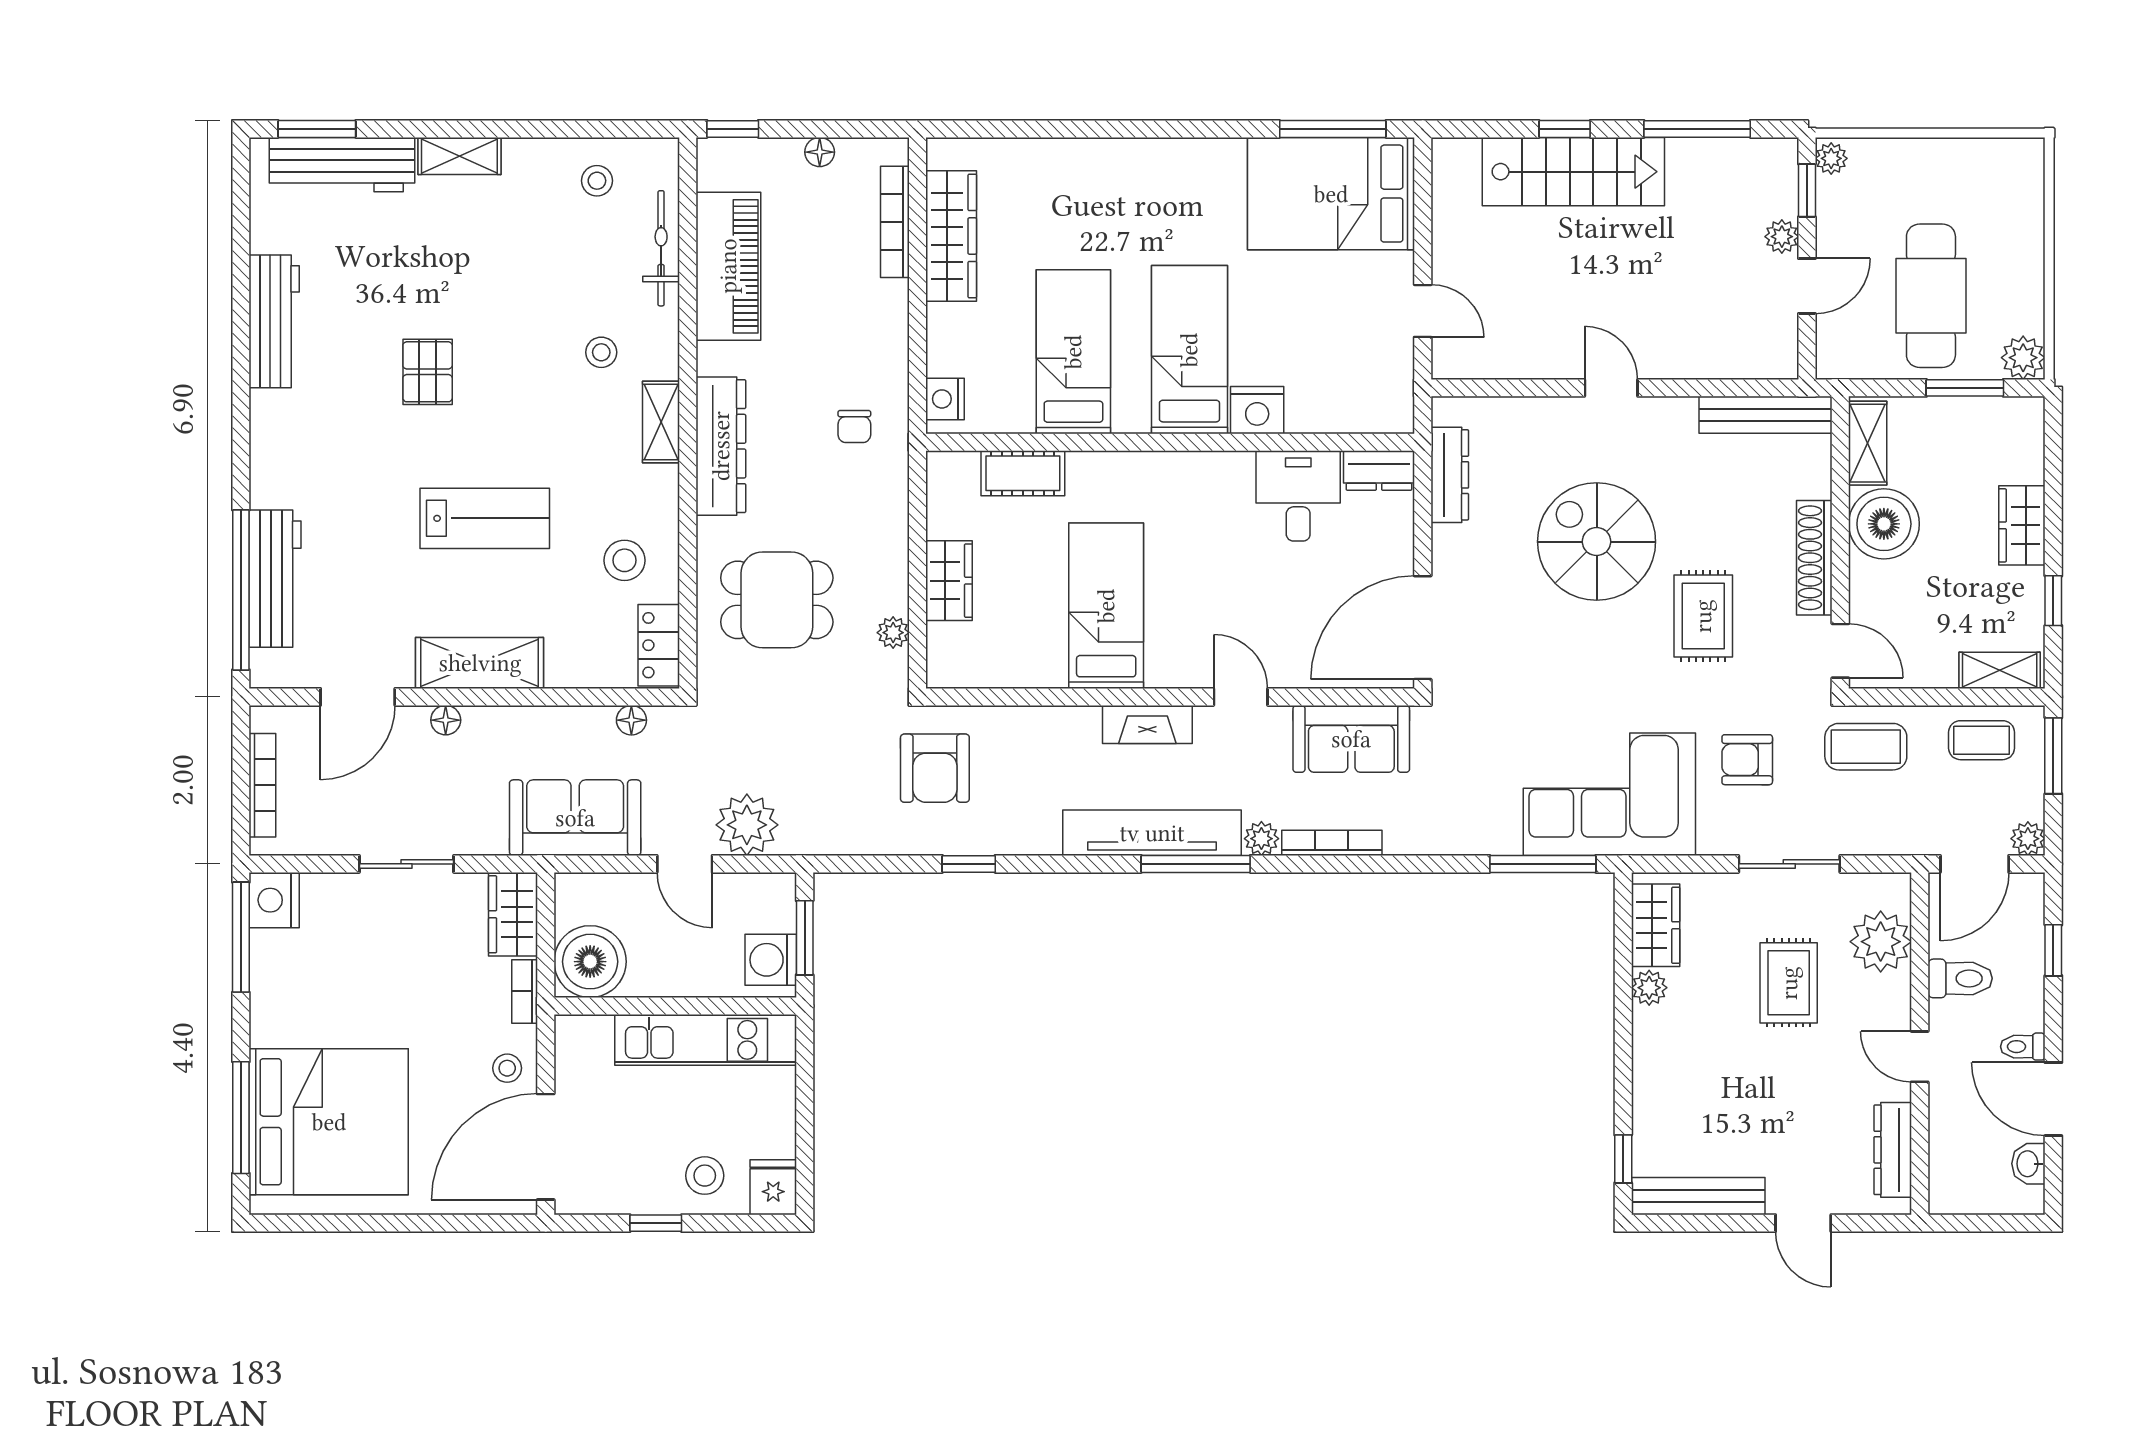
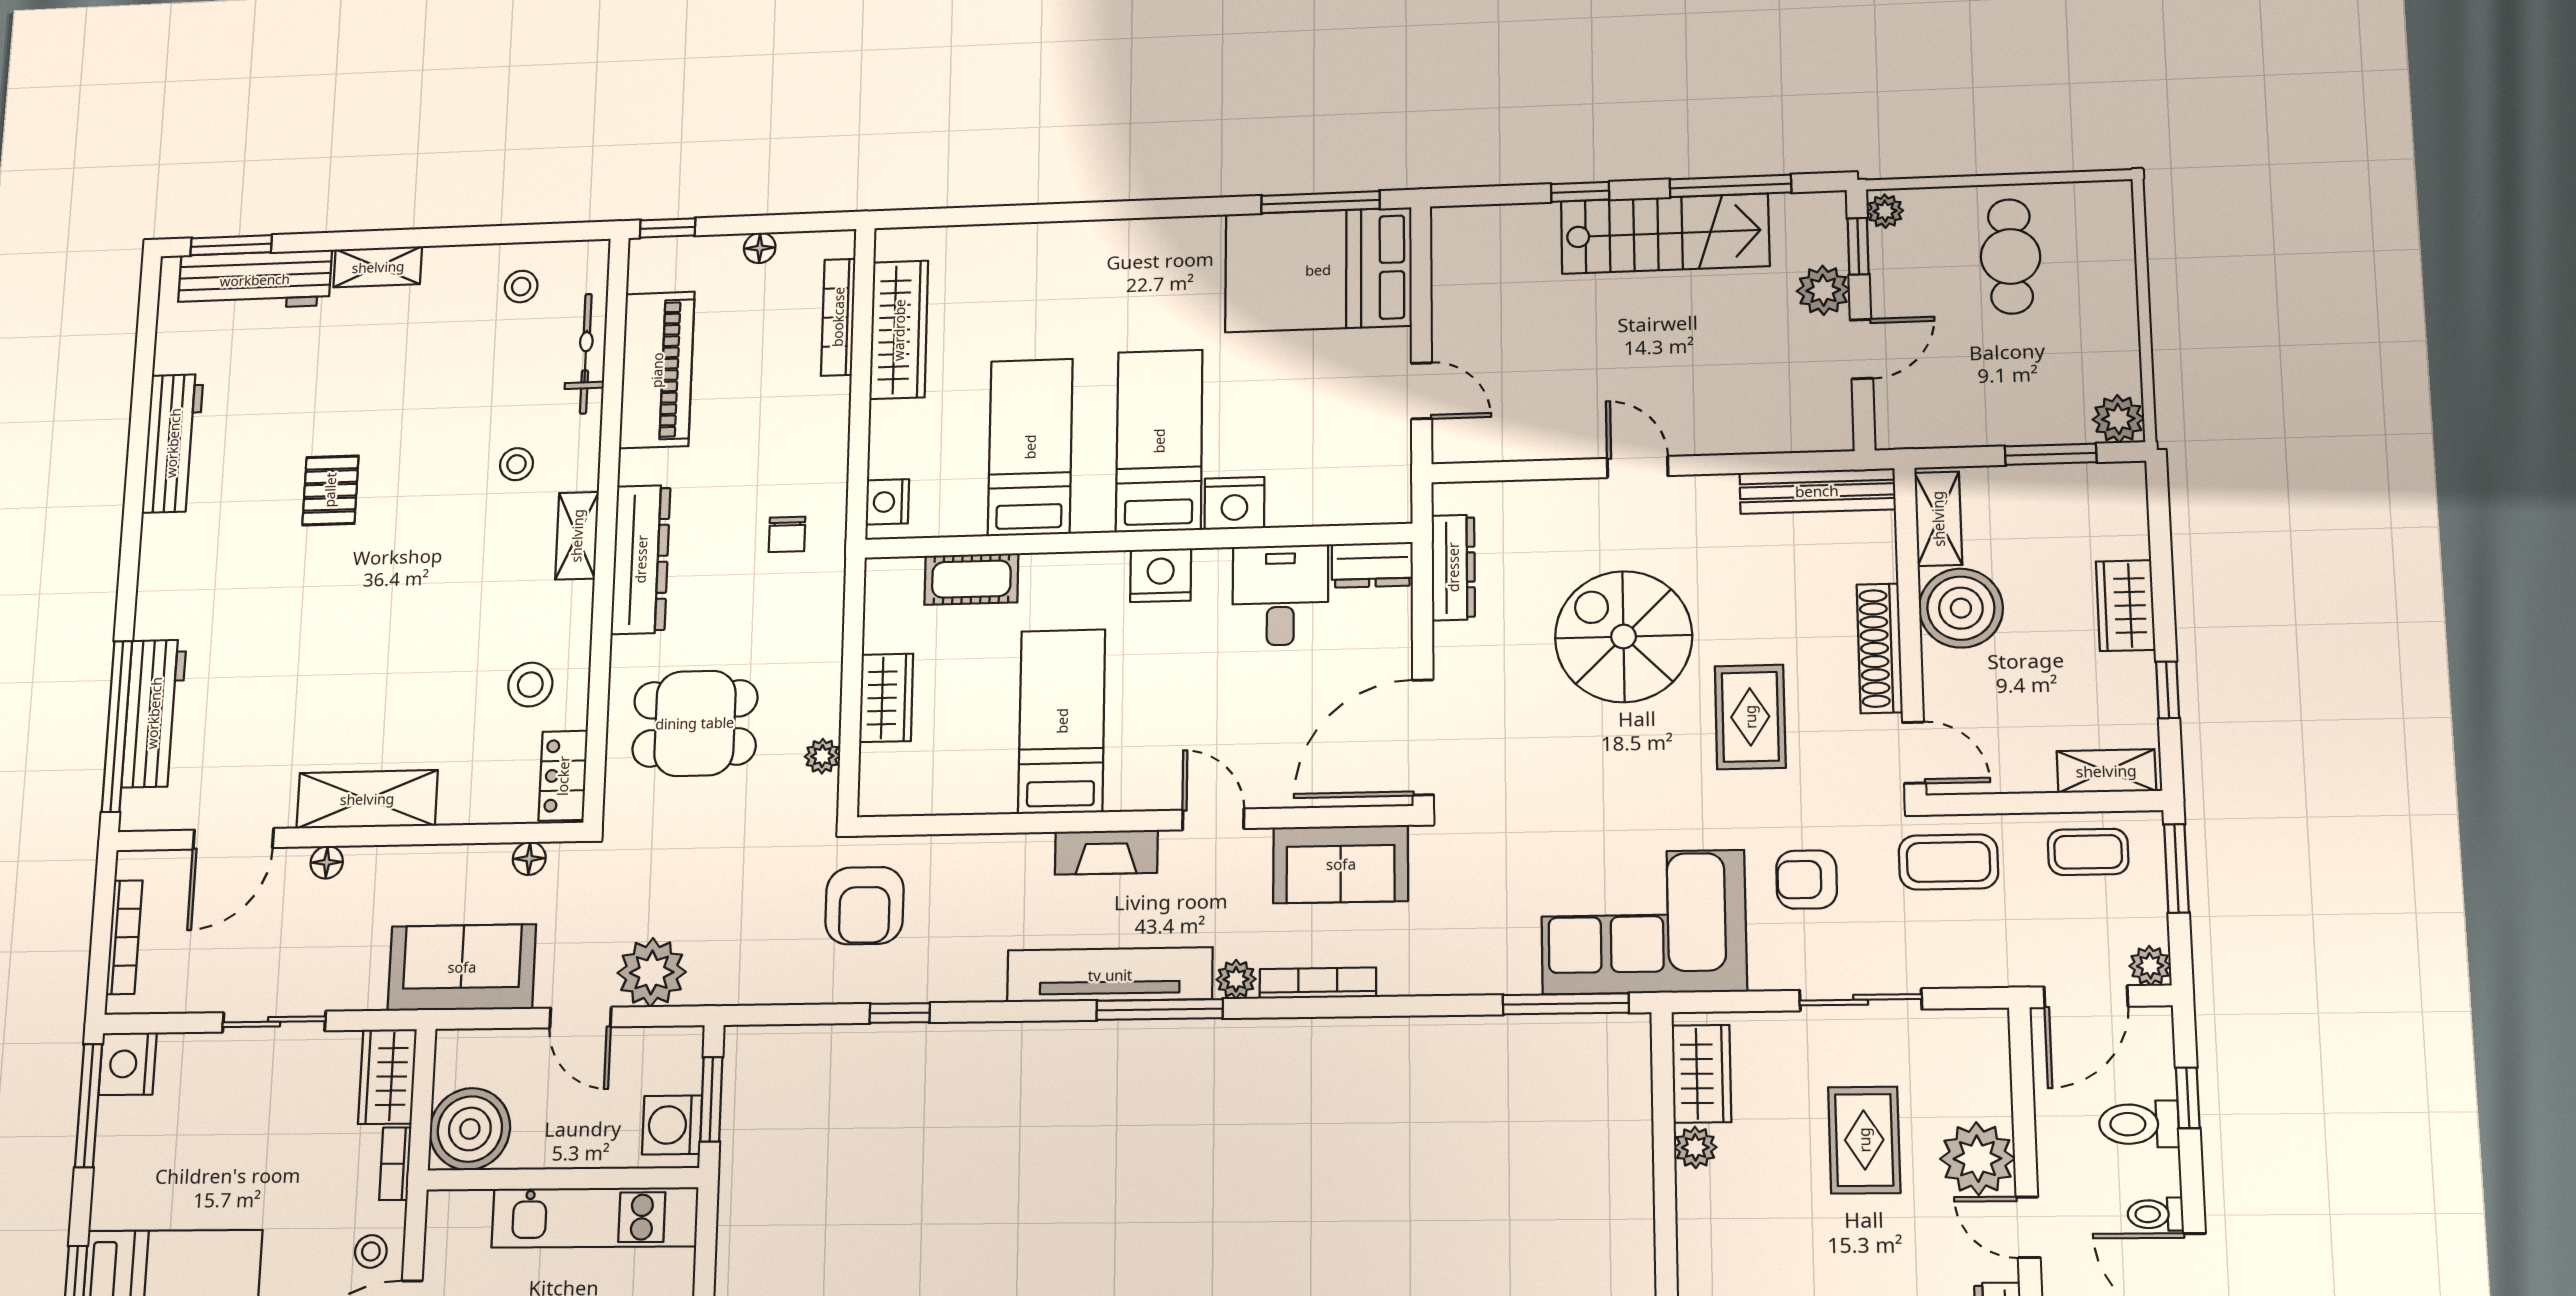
stairs: (1573, 172) -> (1665, 234), moved
plant: (1782, 237) -> (1823, 290), width x1.38, depth x1.38
cafe table: (1931, 296) -> (2010, 256), moved, width x0.73, depth x0.74
nightstand: (1192, 475) -> (1161, 575), added
lab bench: (485, 518) -> (382, 643), removed
plant: (1881, 942) -> (1977, 1159), moved
toilet: (1960, 978) -> (2139, 1124), moved, turned 180

